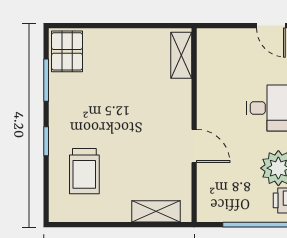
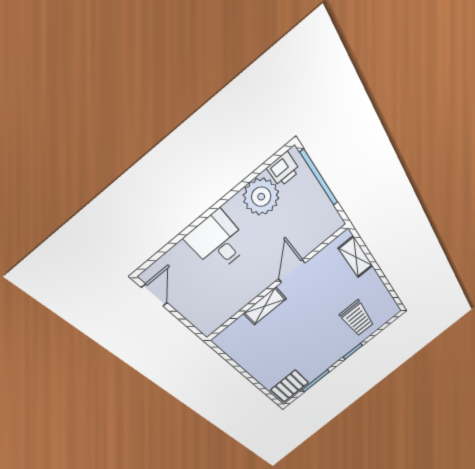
shelving: (181, 55) -> (265, 306), moved
trolley: (84, 171) -> (357, 319), turned 90

